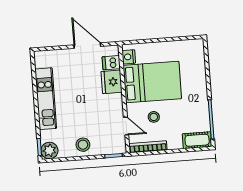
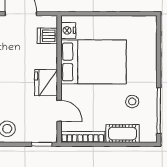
fridge: (112, 82) -> (46, 83), moved
stool: (154, 117) -> (132, 102), moved
cot: (197, 140) -> (123, 134), moved

